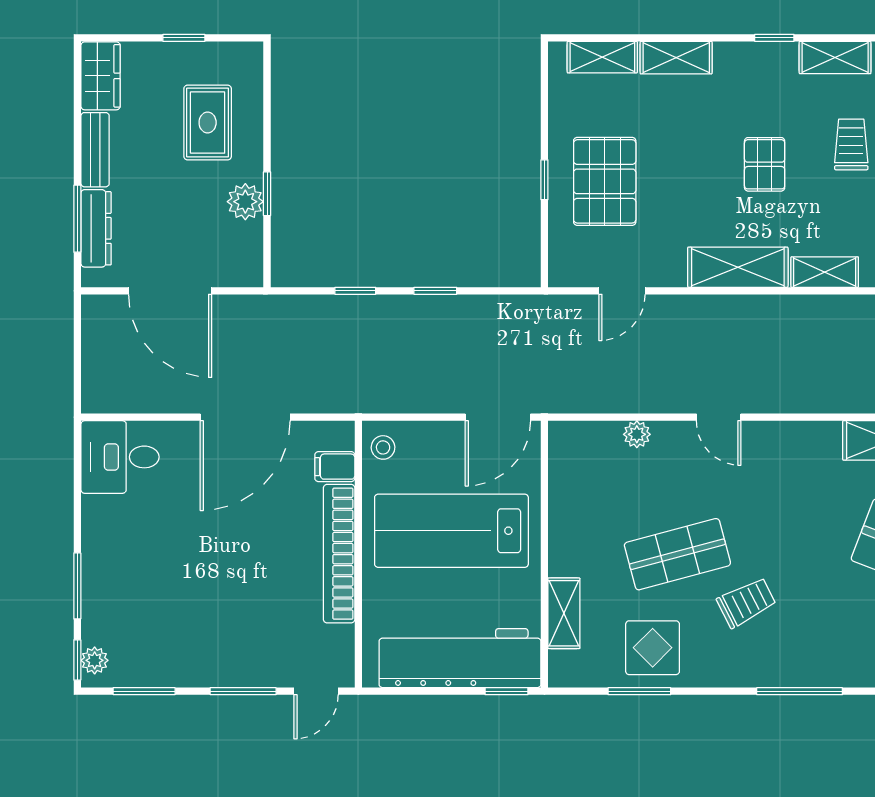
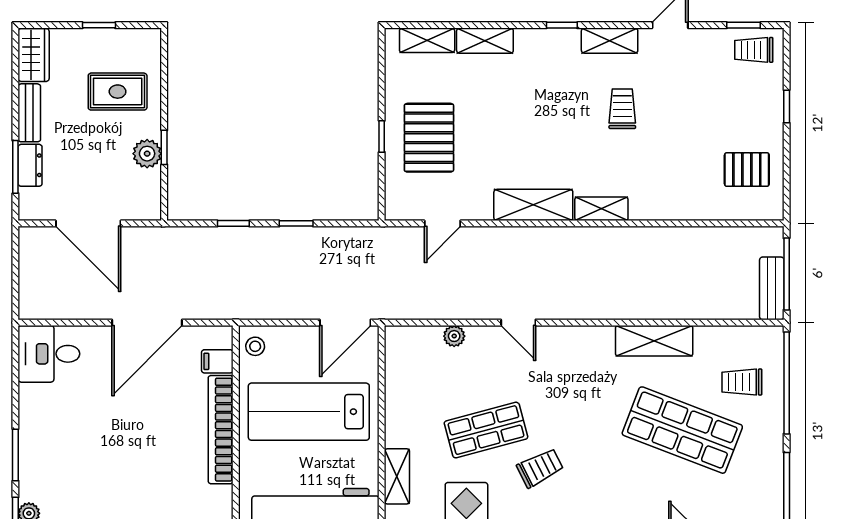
rug: (208, 123) -> (118, 92), turned 90
pallet: (765, 164) -> (554, 124), removed
dresser: (96, 228) -> (30, 165), width x0.70

